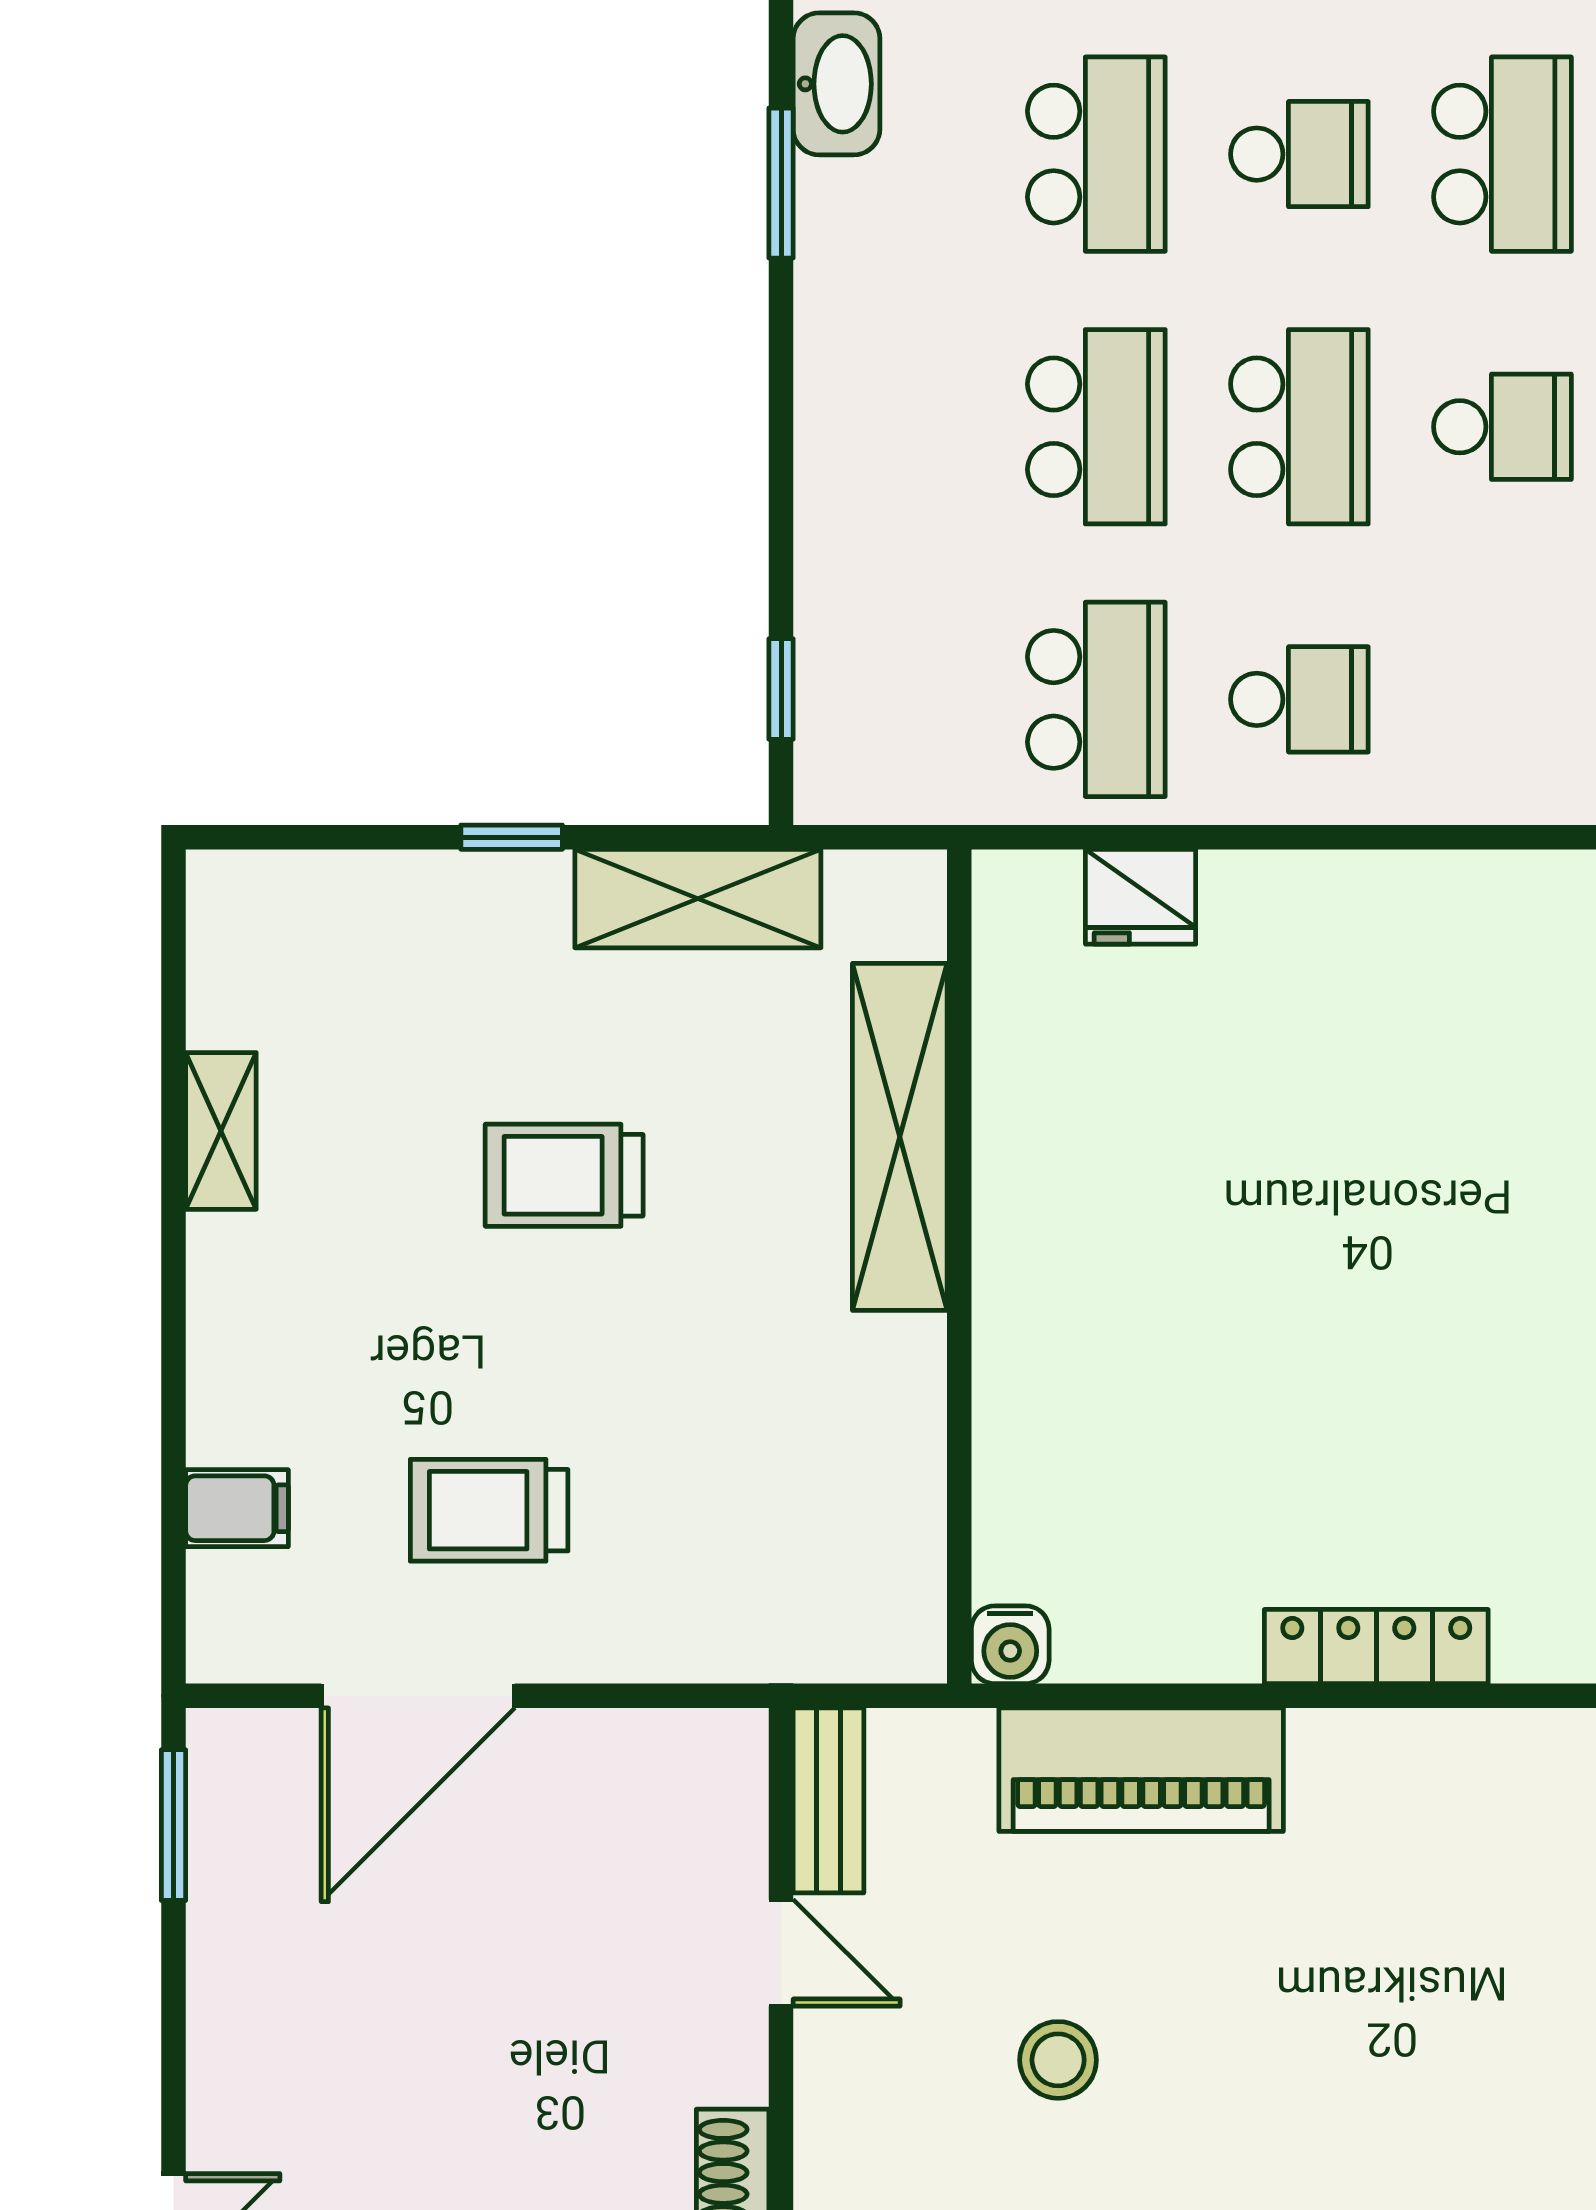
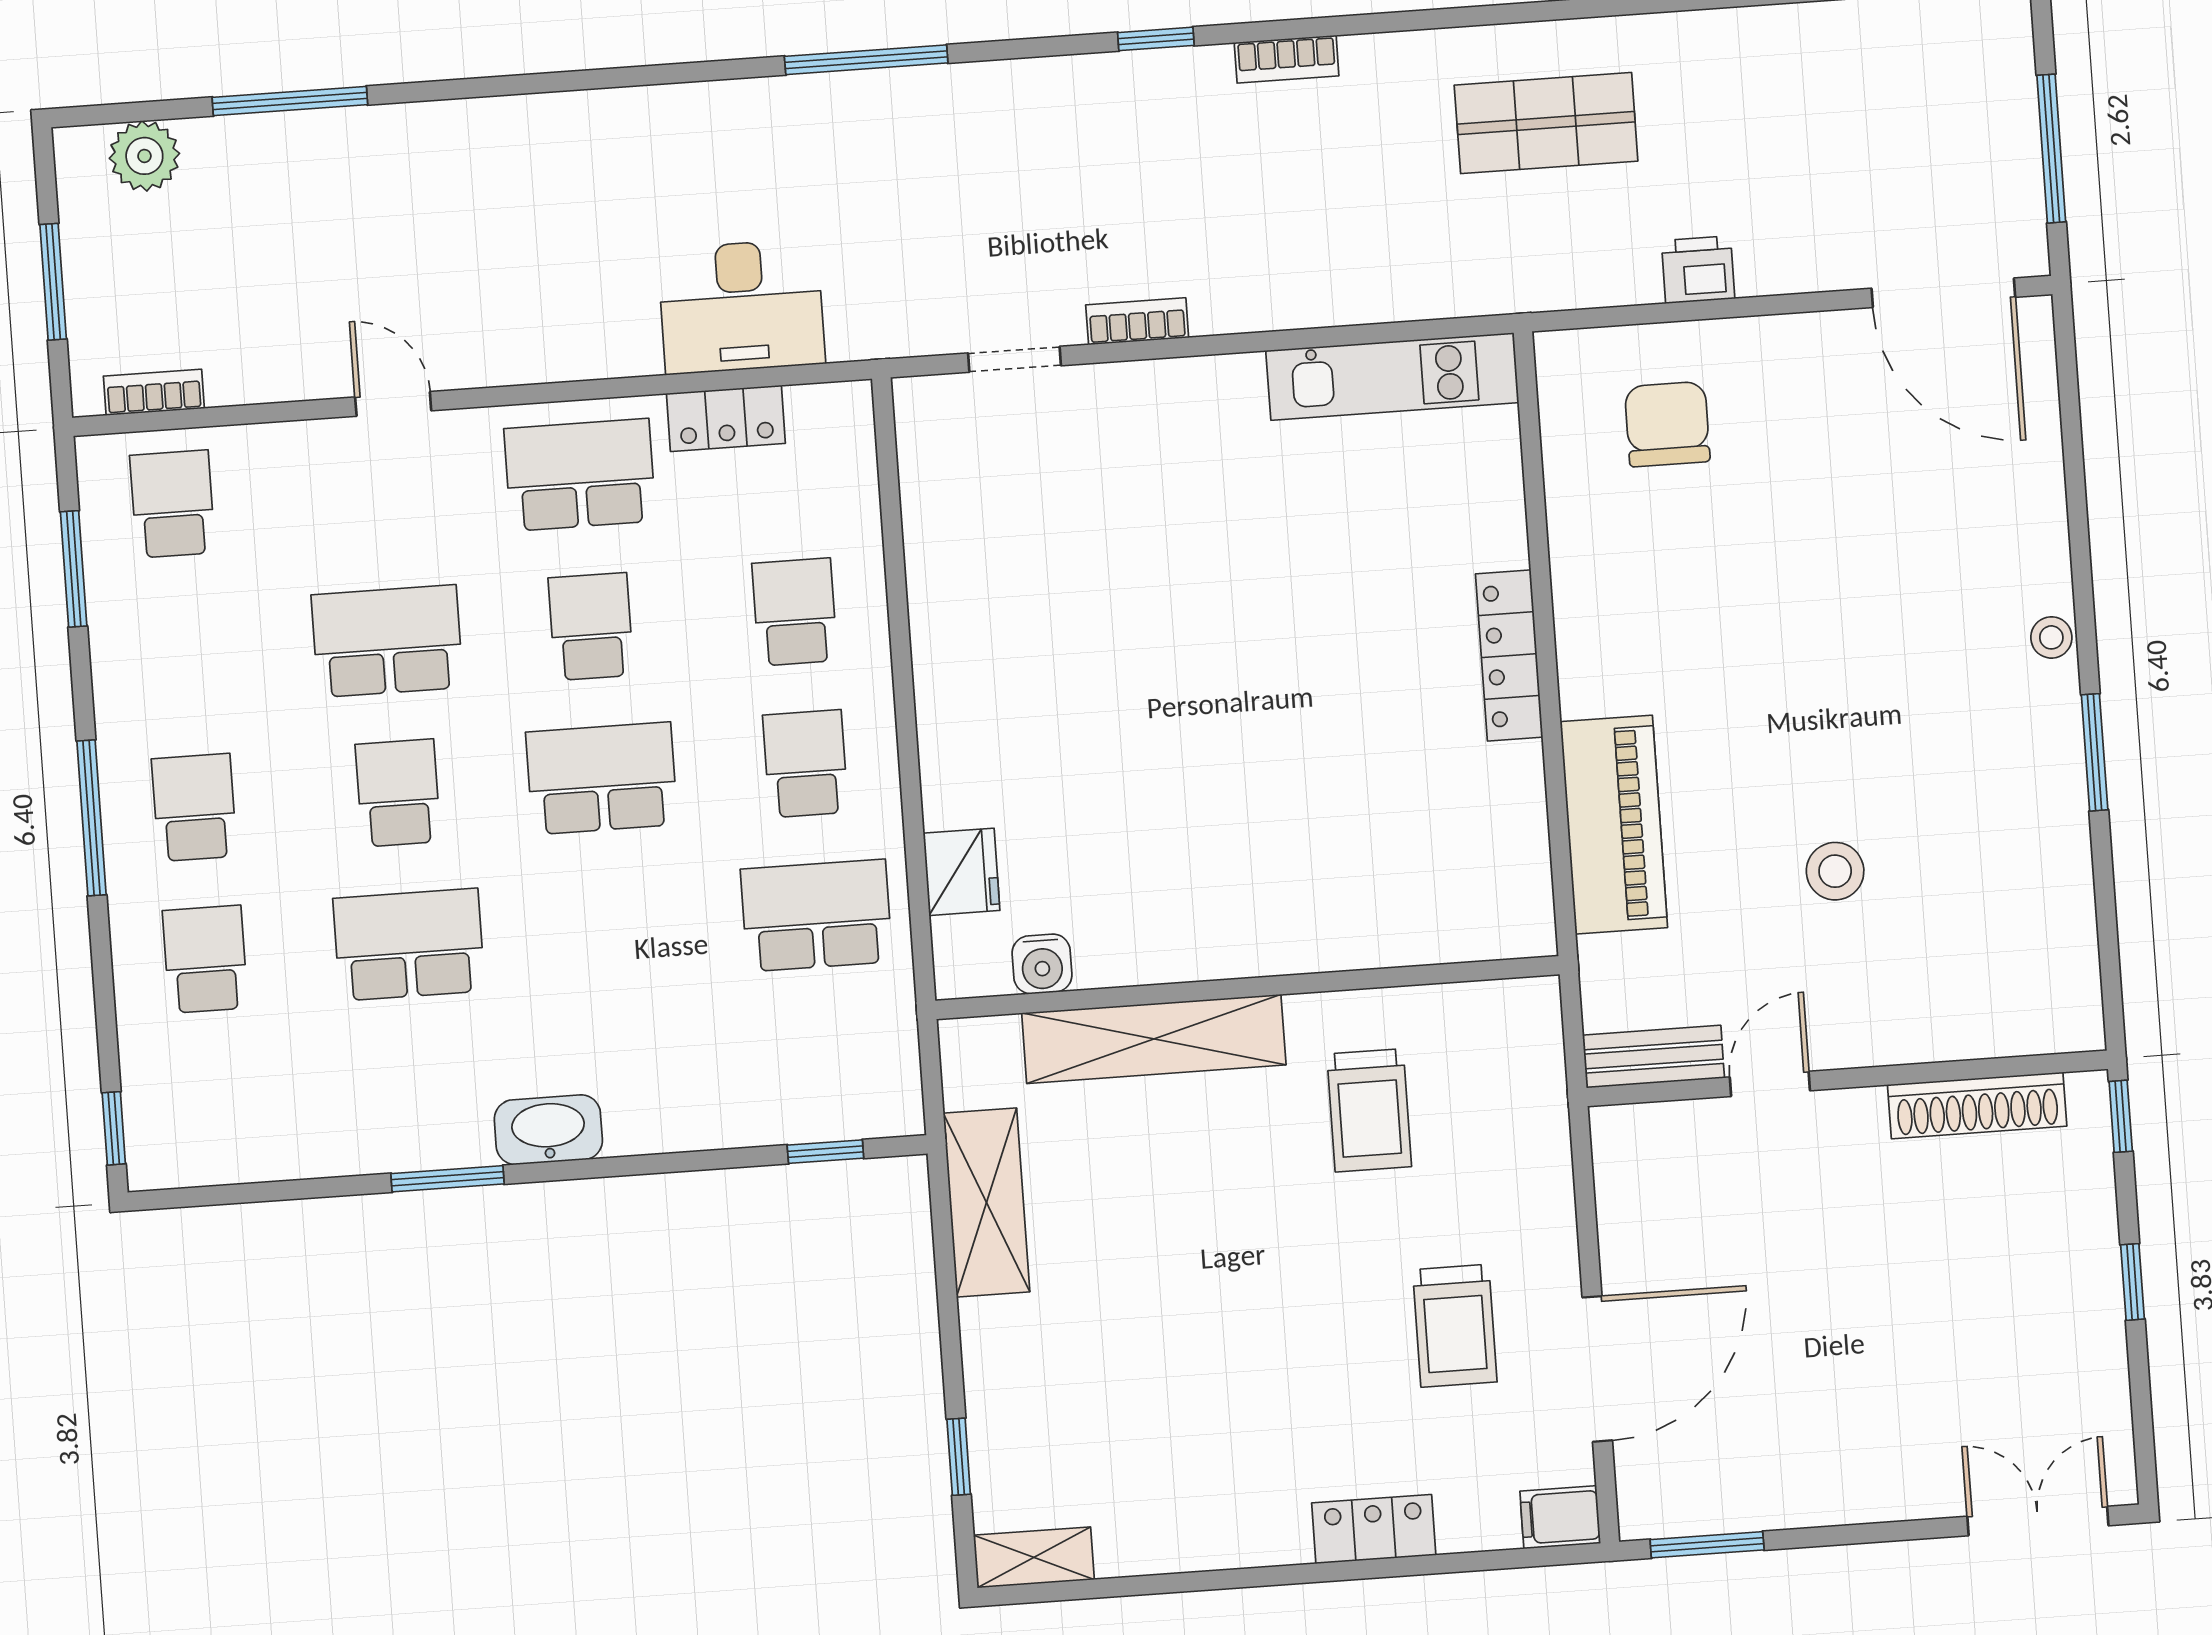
washbasin: (837, 84) -> (548, 1130), moved
school desk: (1096, 427) -> (795, 612), moved, width x0.54
window: (512, 837) -> (959, 1457), moved
shelving: (221, 1131) -> (1034, 1557), moved
trolley: (564, 1175) -> (1369, 1110), moved
locker: (226, 1383) -> (1374, 1529), added
filing cabinet: (237, 1508) -> (1560, 1517), moved, turned -90
water cooler: (1010, 1645) -> (1042, 964), moved, turned 90
door: (418, 1696) -> (1597, 1369), hinge flipped

